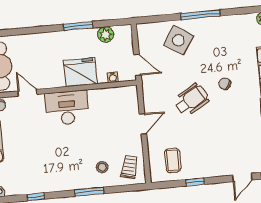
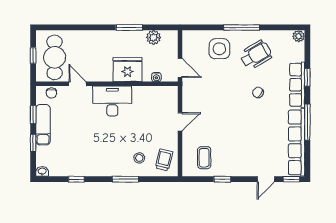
side table: (178, 40) -> (219, 49), turned -33
wheelchair: (191, 100) -> (256, 55), moved

